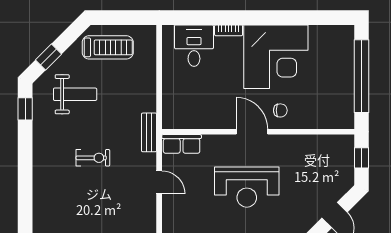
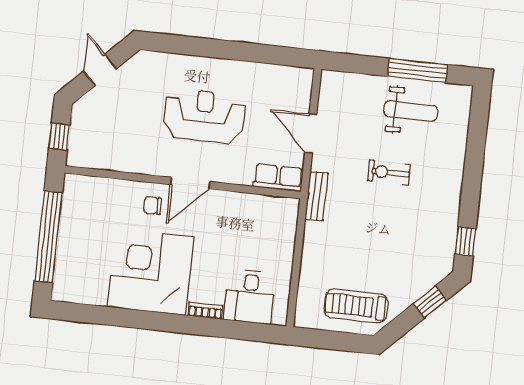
weight bench: (75, 94) -> (411, 111), moved, turned 180
door: (252, 132) -> (190, 183), hinge flipped
door: (159, 182) -> (311, 133), width x1.38

